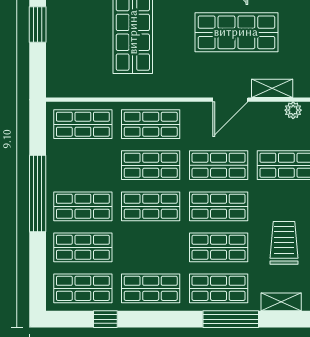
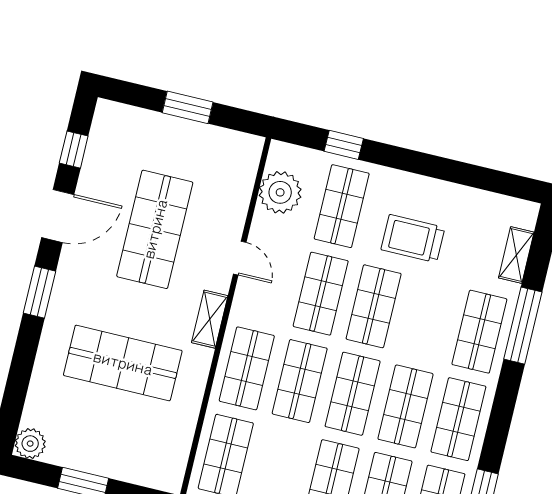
shelving: (272, 88) -> (210, 319), moved
door: (230, 100) -> (240, 258), width x0.73
plant: (293, 110) -> (280, 192), width x1.87, depth x1.87
trolley: (284, 243) -> (413, 239), moved
shop shelf: (219, 247) -> (405, 406), moved

